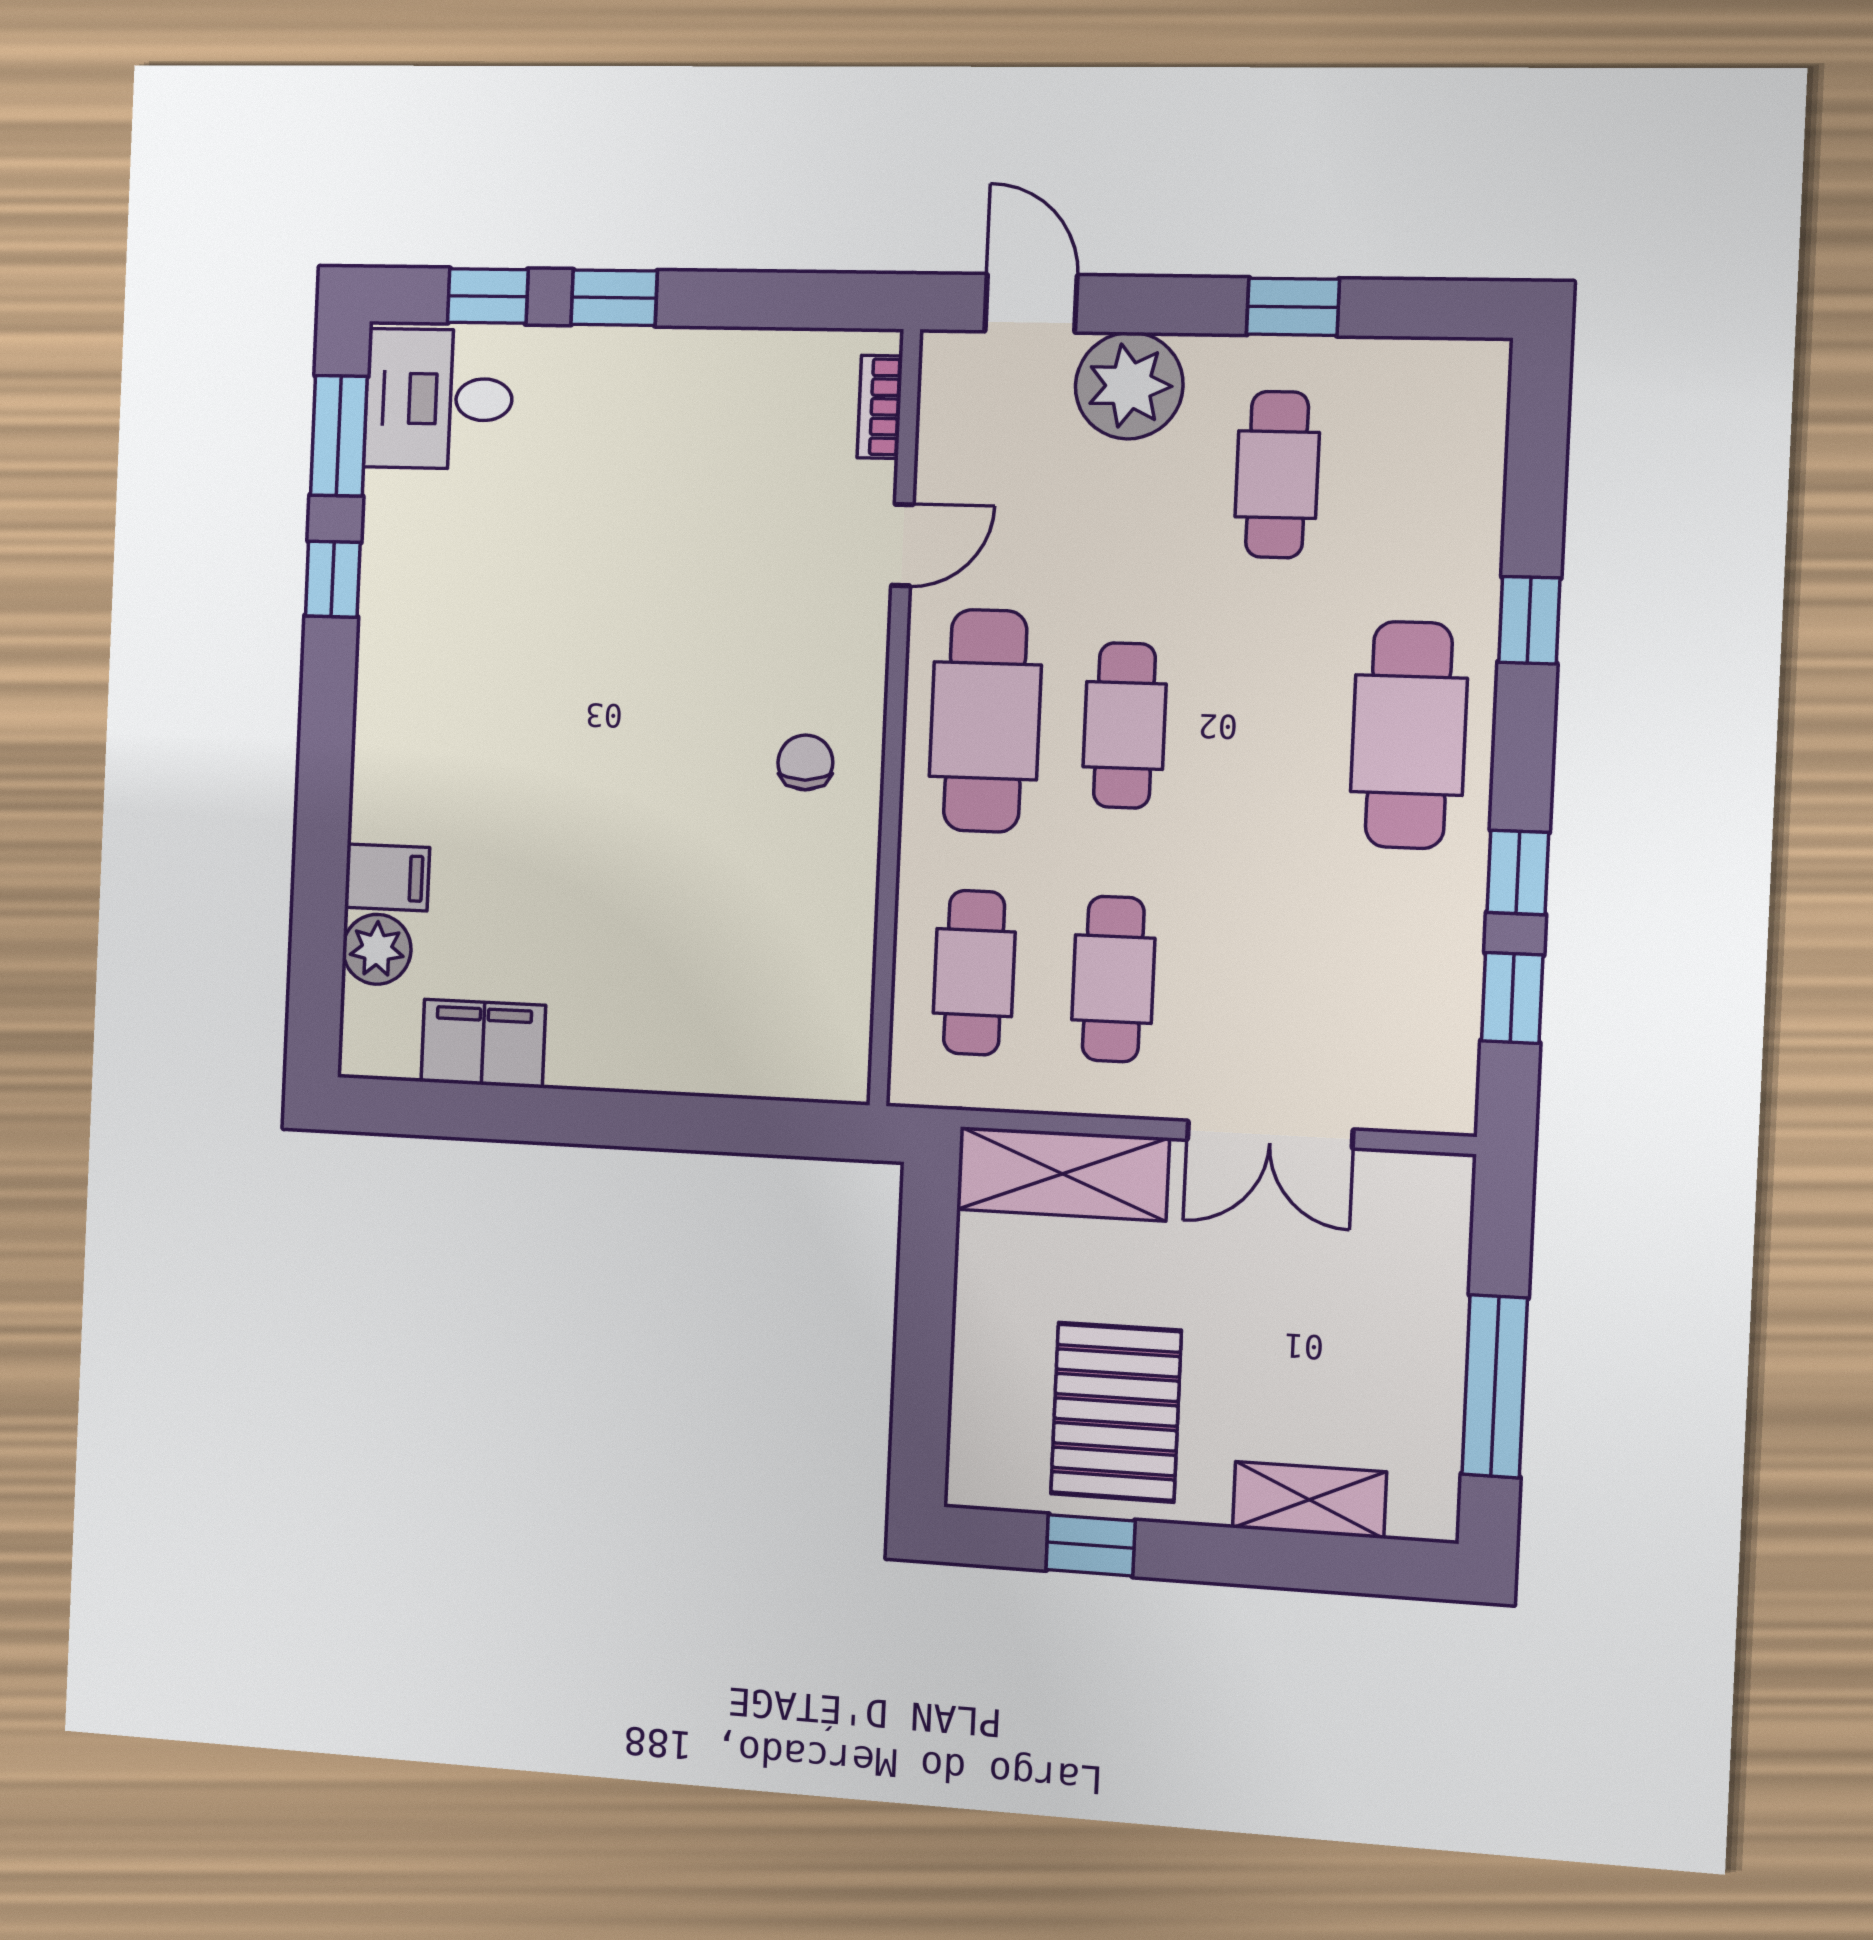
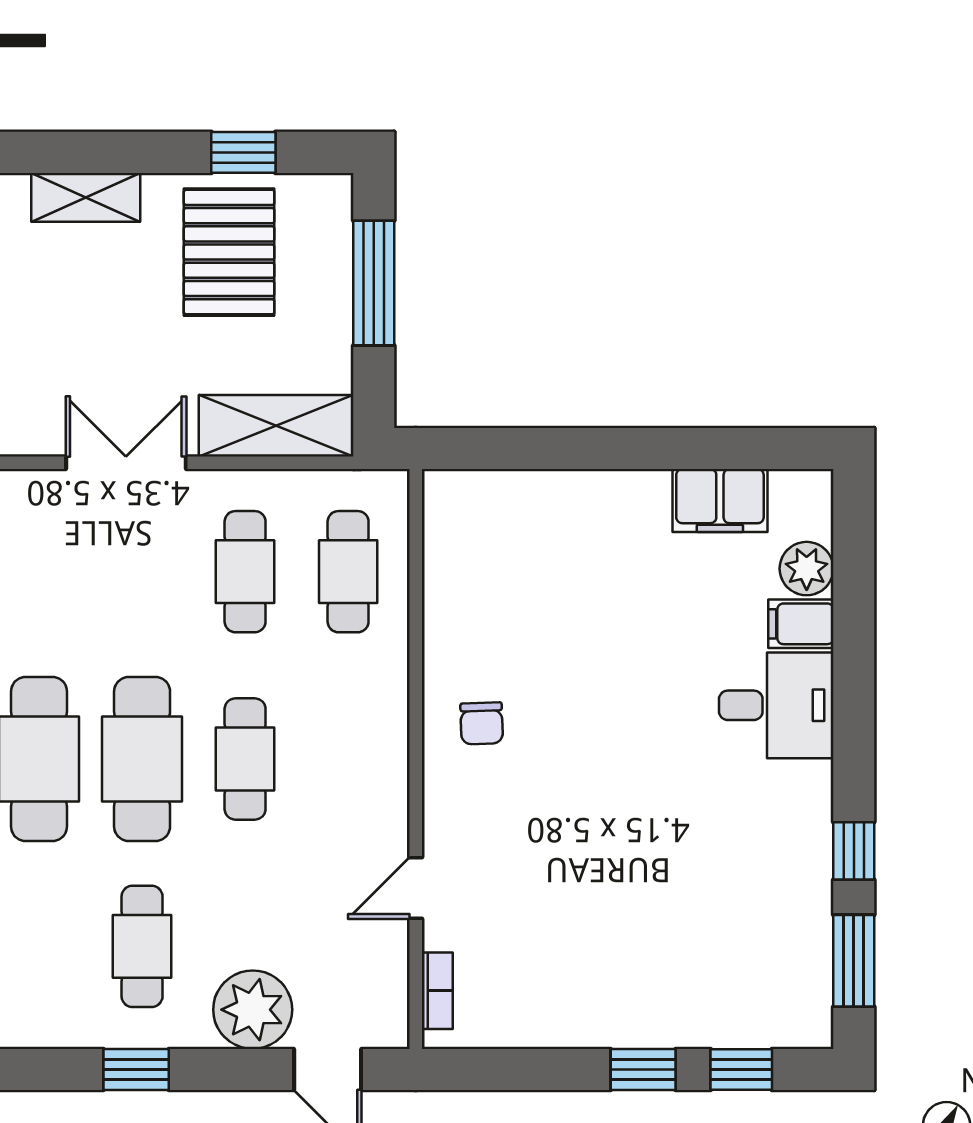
desk: (439, 399) -> (776, 705), moved
cafe table: (985, 721) -> (142, 759), moved
window: (923, 1358) -> (374, 283), added

